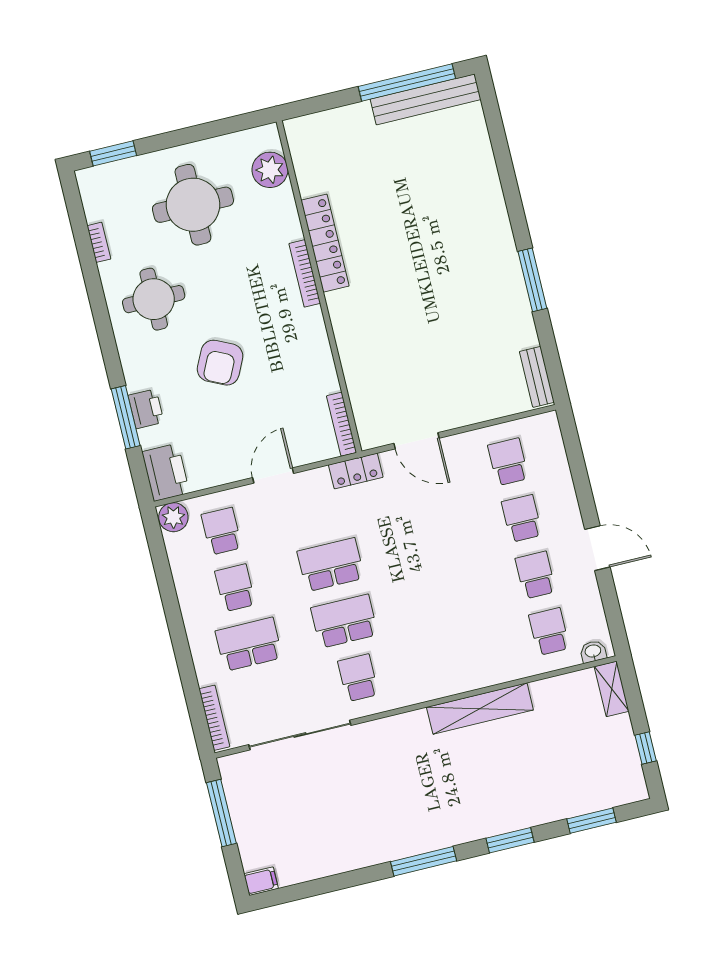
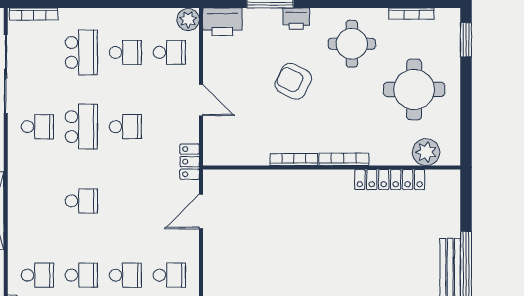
bookcase: (99, 242) -> (411, 14), width x1.56
locker: (325, 243) -> (390, 180), moved
printer: (146, 409) -> (296, 19), moved
bookcase: (342, 424) -> (294, 160), moved
school desk: (331, 565) -> (125, 127), width x0.54
school desk: (440, 598) -> (81, 201), added

